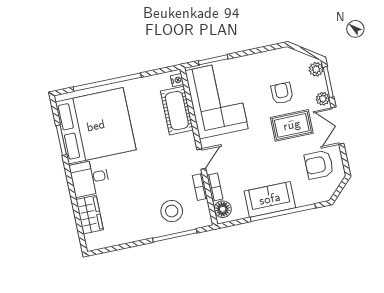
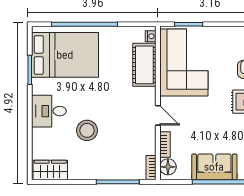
bed: (96, 126) -> (65, 55), width x0.73
door: (201, 159) -> (158, 115), hinge flipped
bookcase: (200, 187) -> (151, 168), moved
stool: (172, 211) -> (87, 130), moved
wardrobe: (90, 215) -> (50, 170), moved, turned -90

